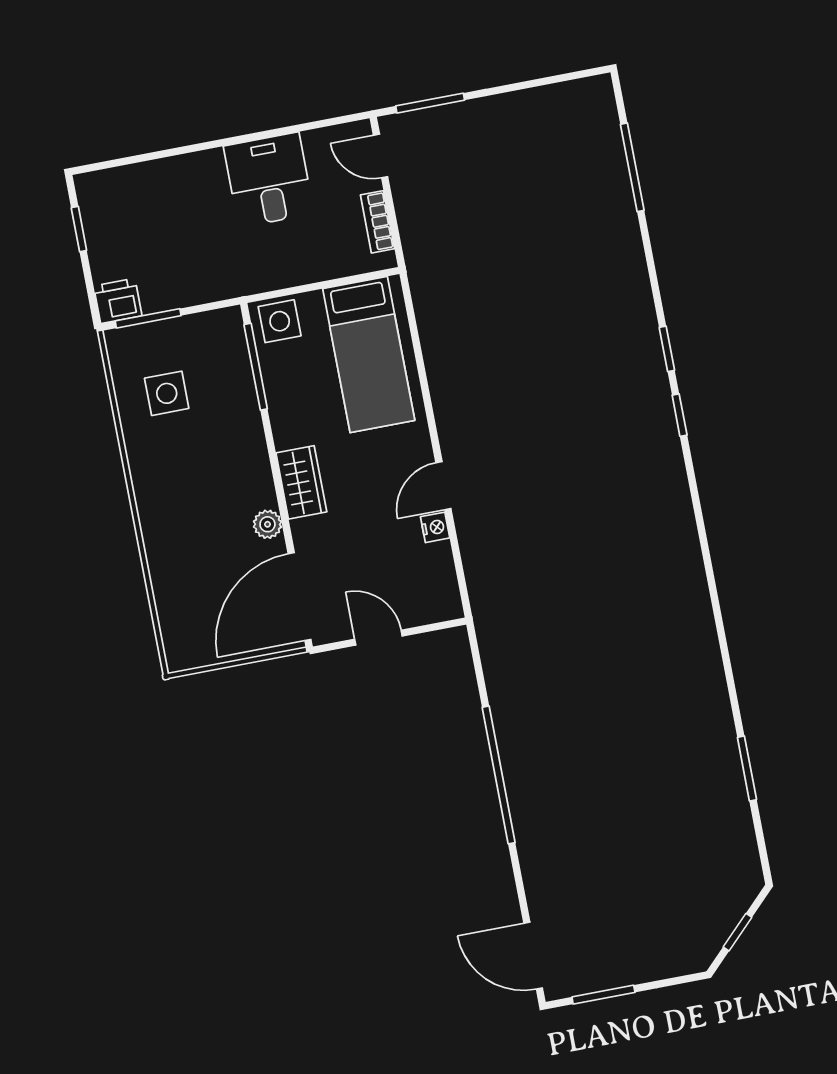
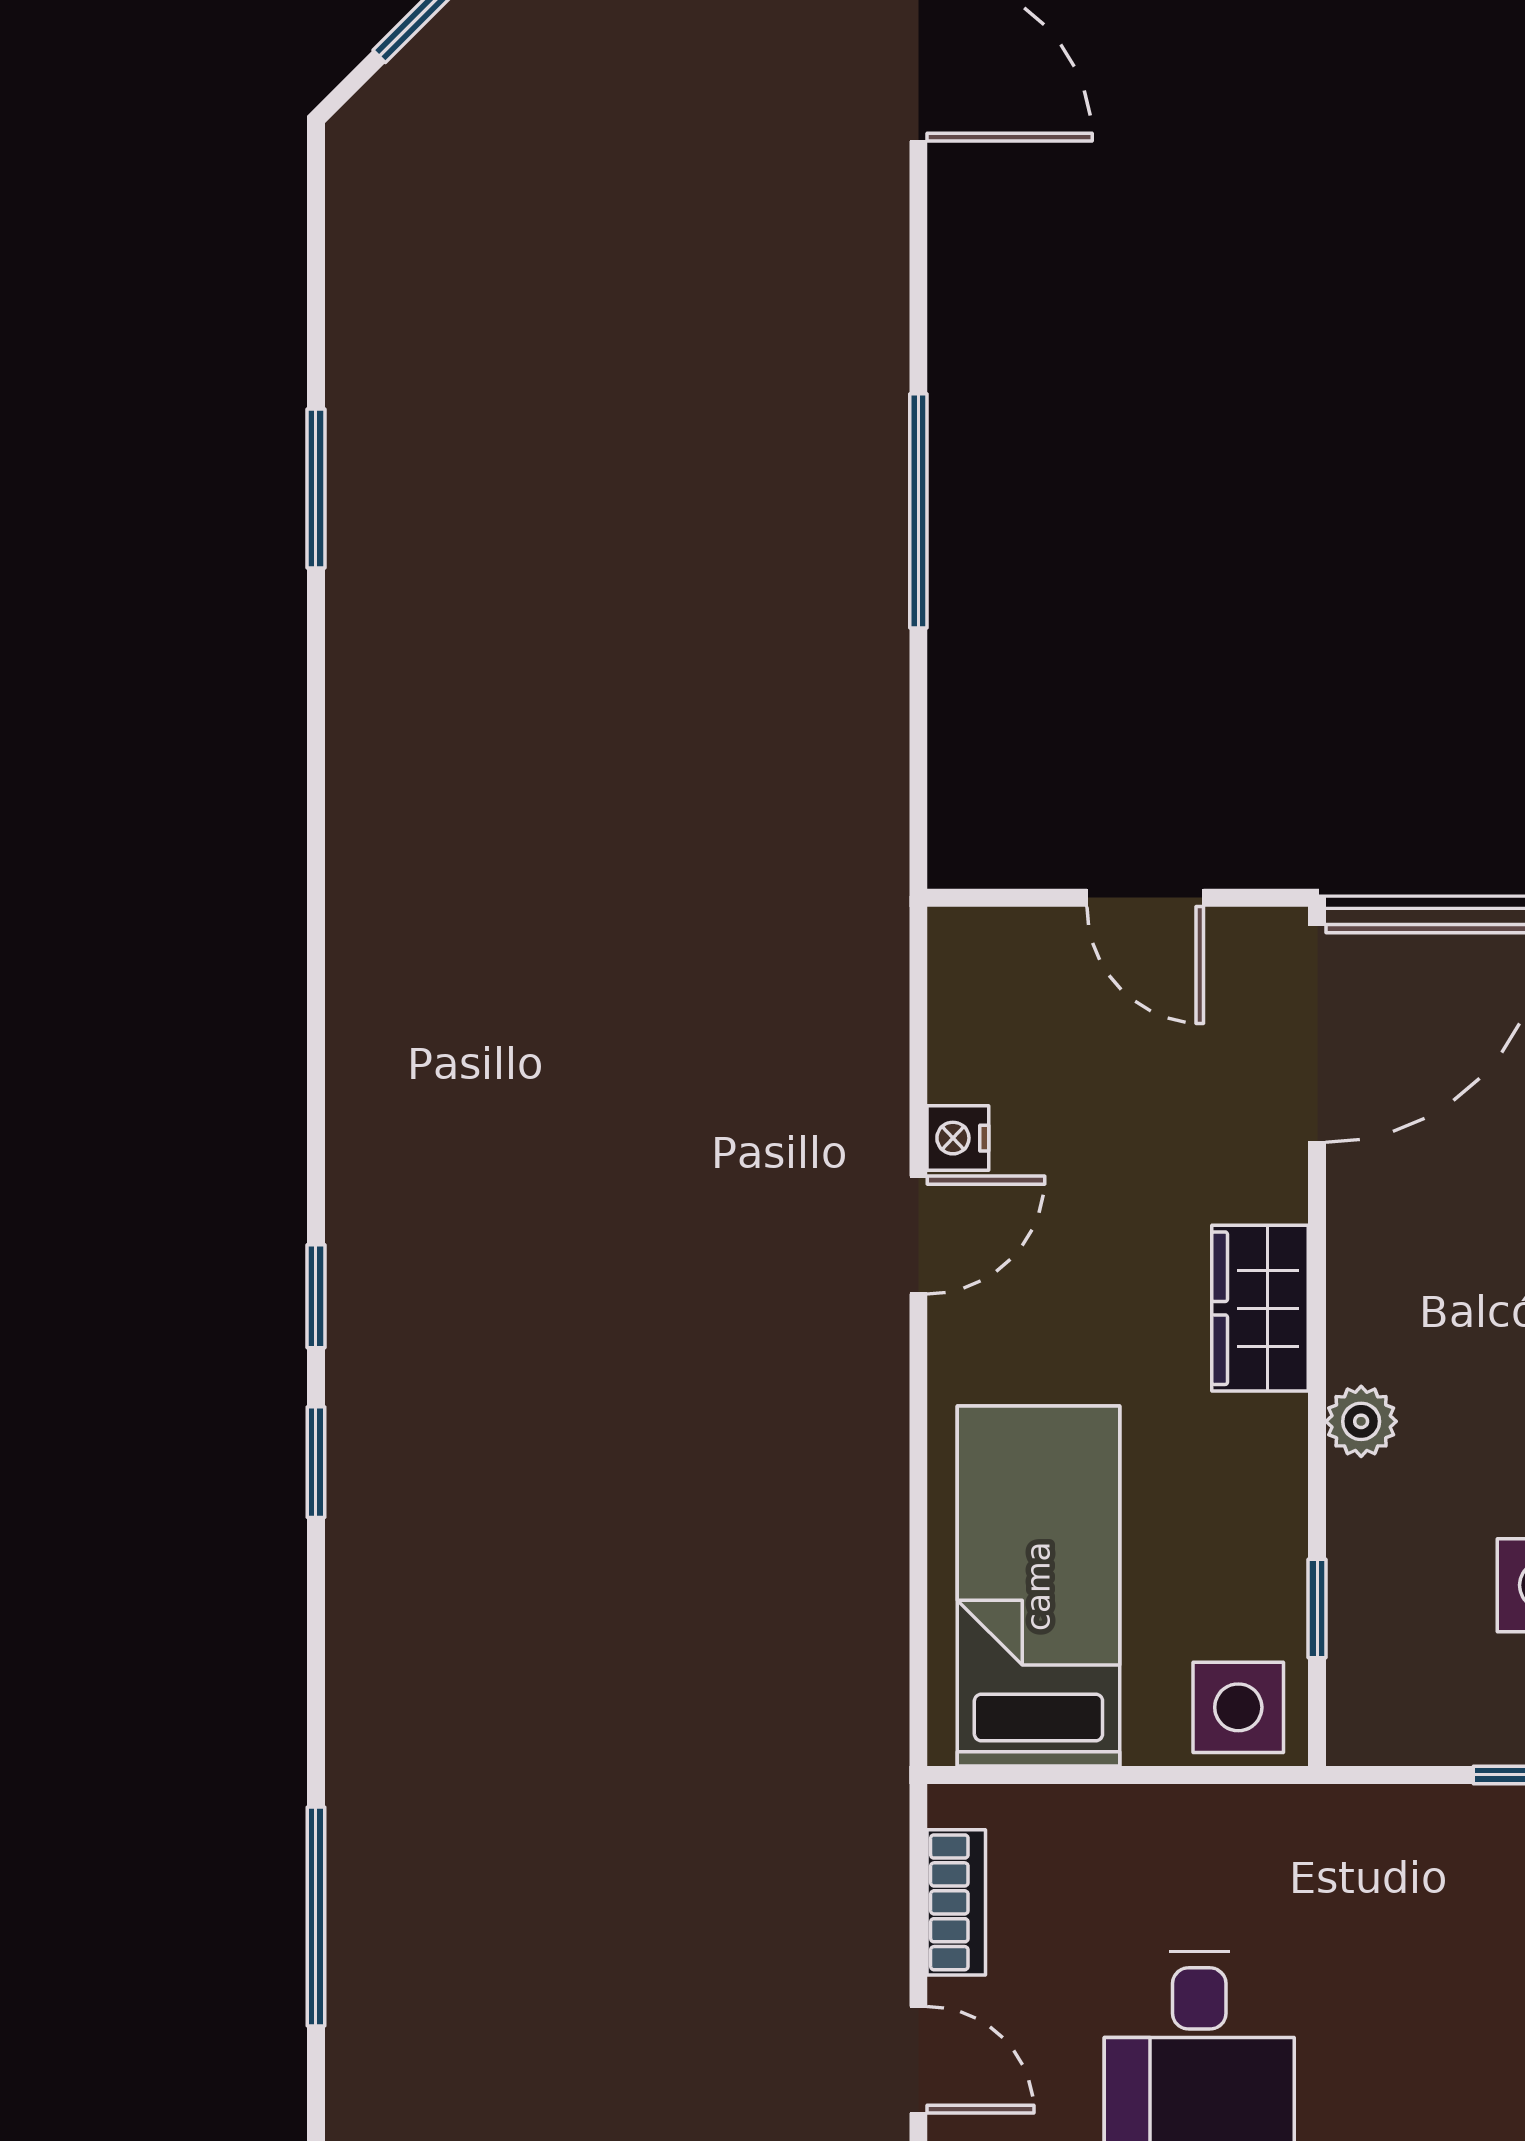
window: (256, 367) -> (1317, 1608), width x0.46
plant: (267, 524) -> (1361, 1421), moved
window: (747, 769) -> (316, 488), moved
window: (499, 775) -> (918, 511), width x0.68

